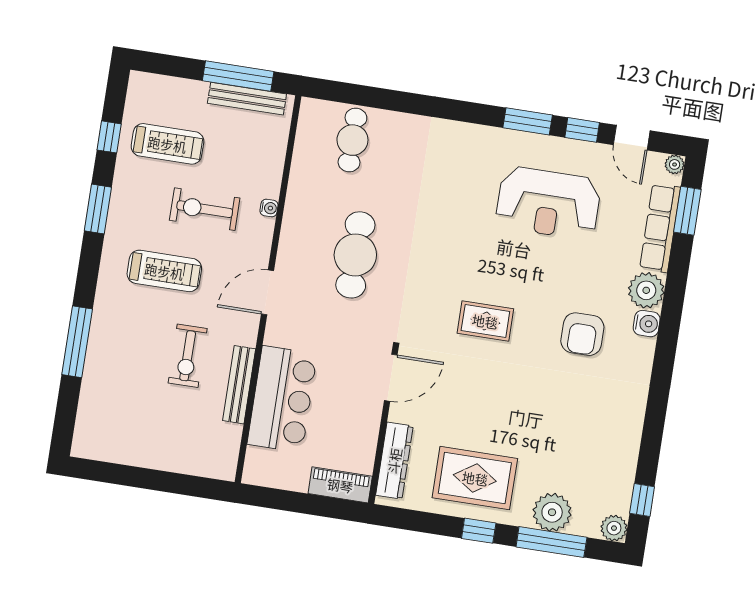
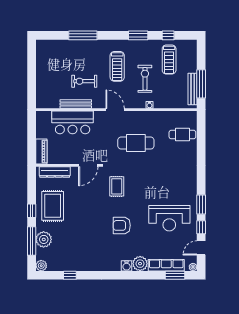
reception desk: (548, 203) -> (169, 218), turned -90
rug: (485, 321) -> (117, 186), moved
armchair: (582, 334) -> (122, 225), moved
door: (391, 378) -> (88, 165), hinge flipped
window: (642, 500) -> (70, 275), moved

